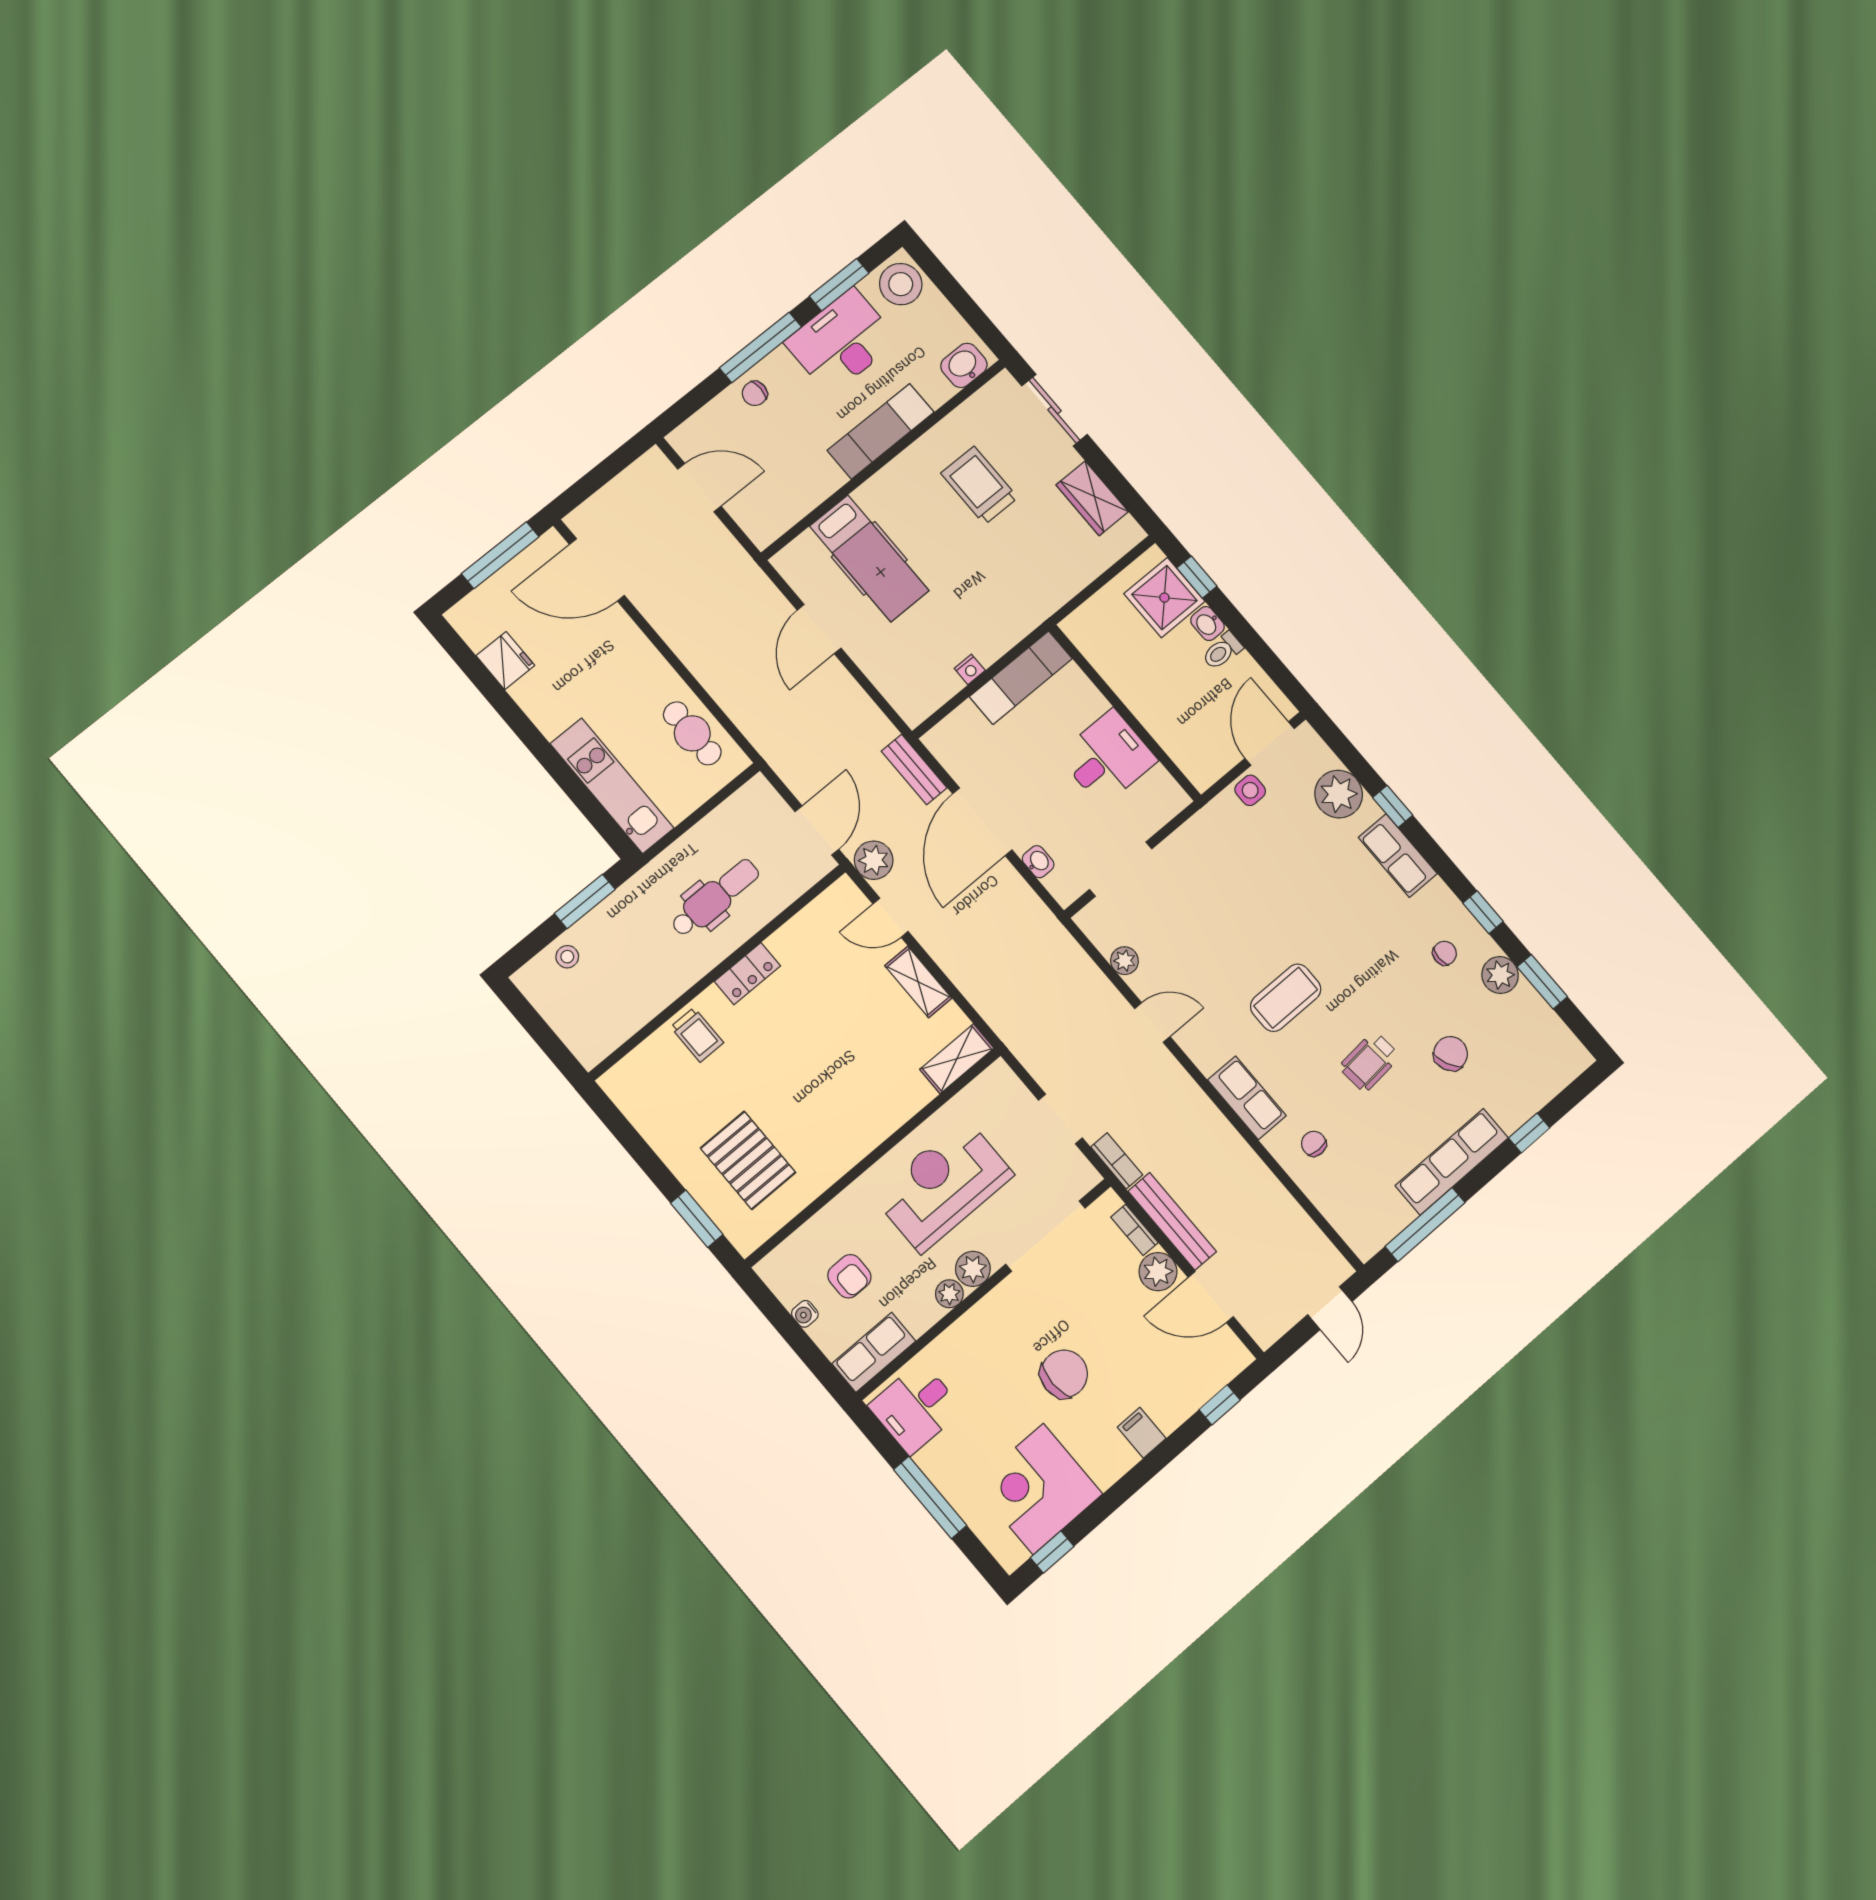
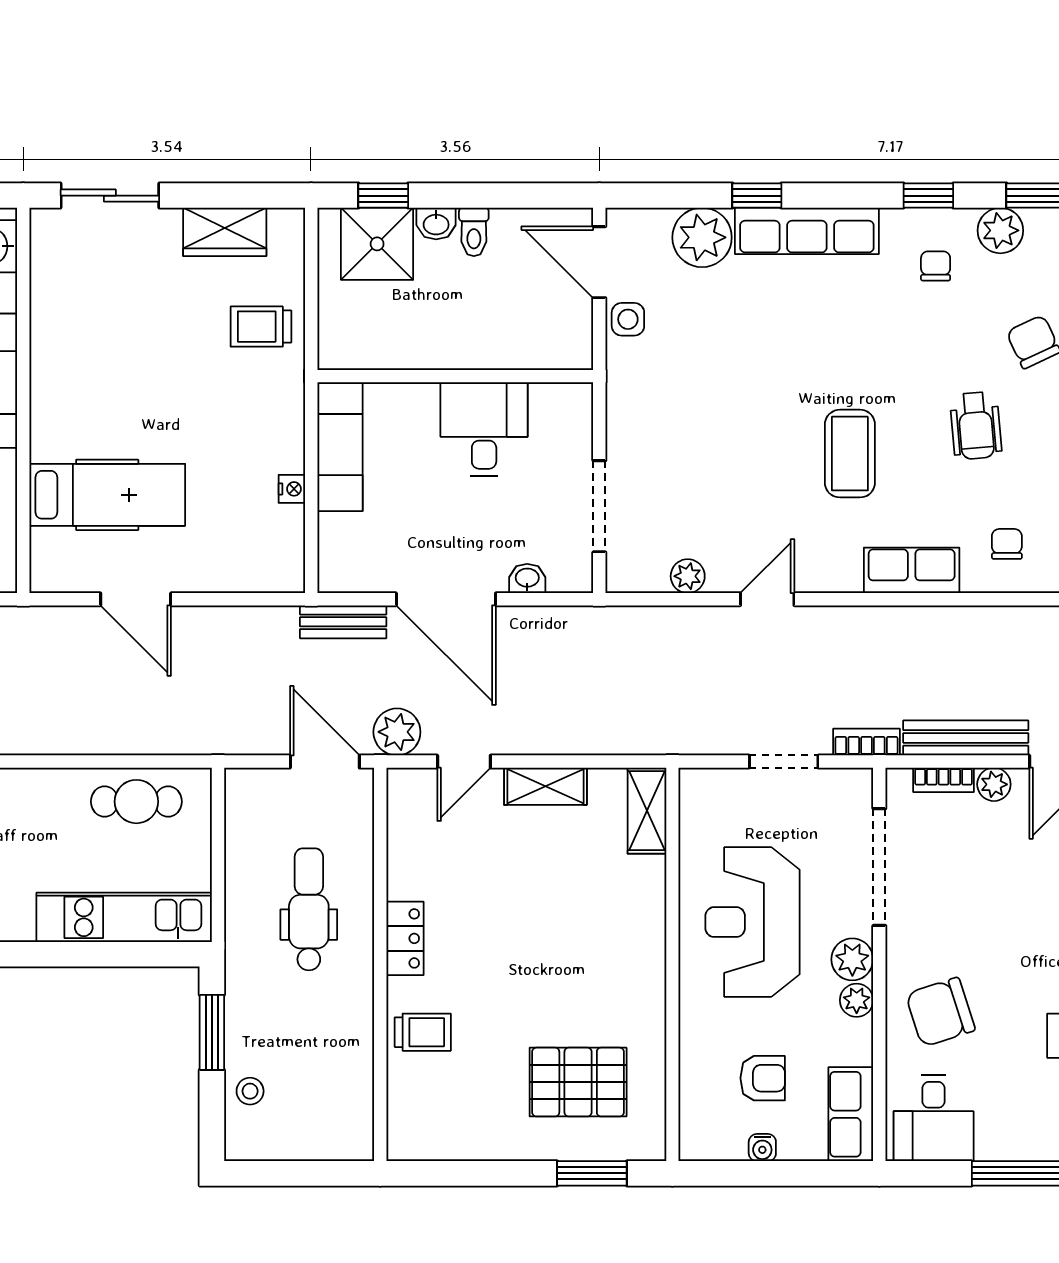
trolley: (979, 485) -> (261, 327), moved, width x0.73, depth x0.72
row of seats: (1398, 855) -> (807, 231), width x1.48
chair: (1314, 1144) -> (1007, 544), turned 90
plant: (1158, 1272) -> (994, 784), width x0.73, depth x0.73
chair: (1064, 1374) -> (940, 1012), moved, turned -108

